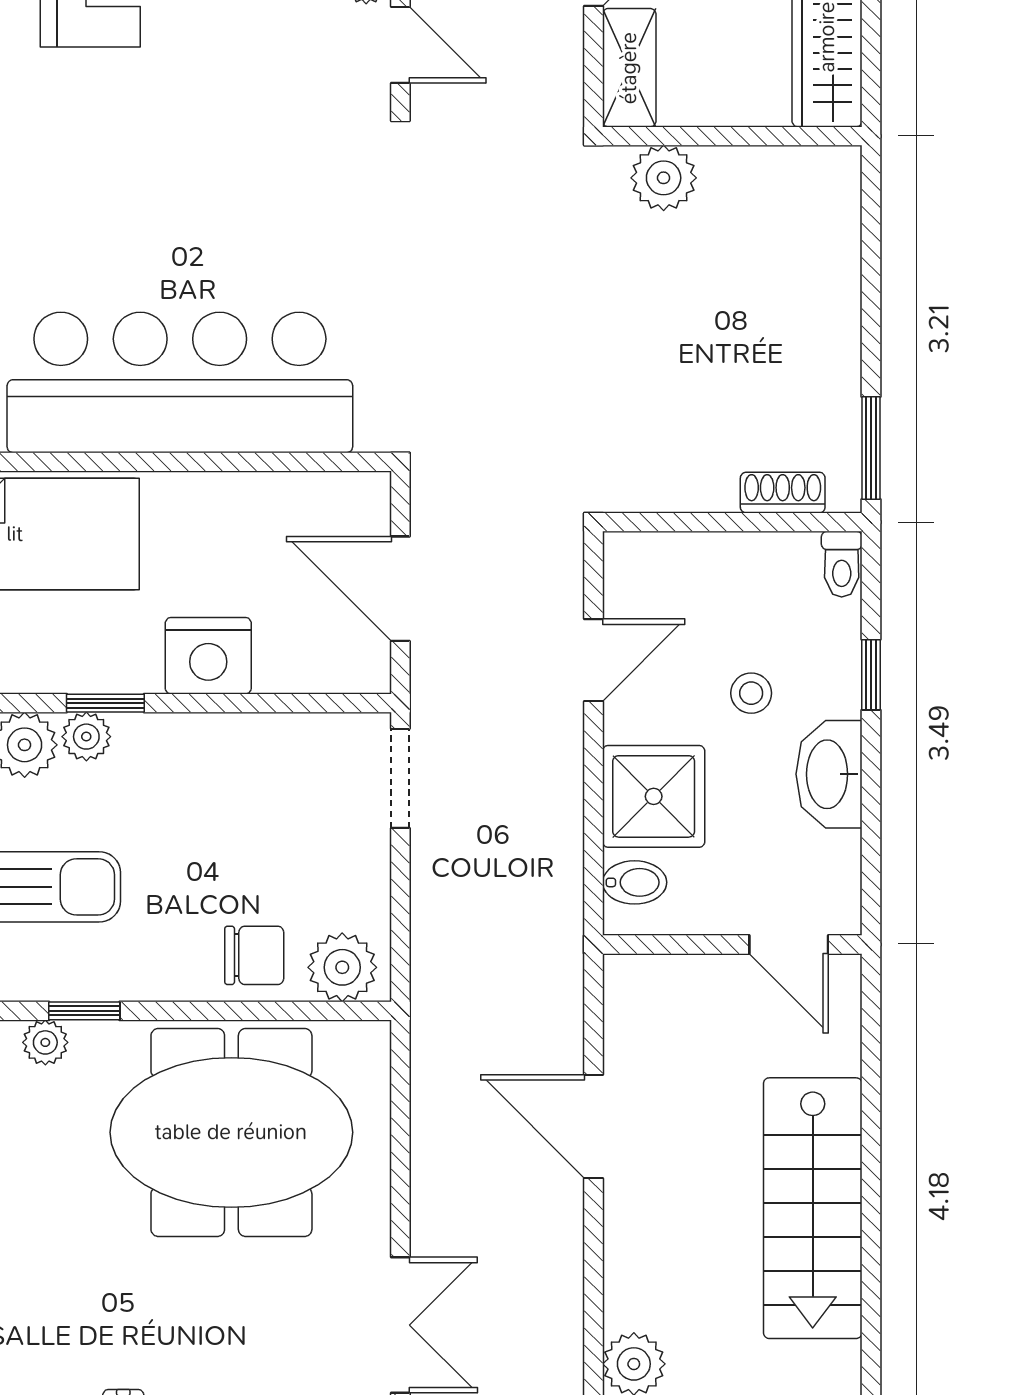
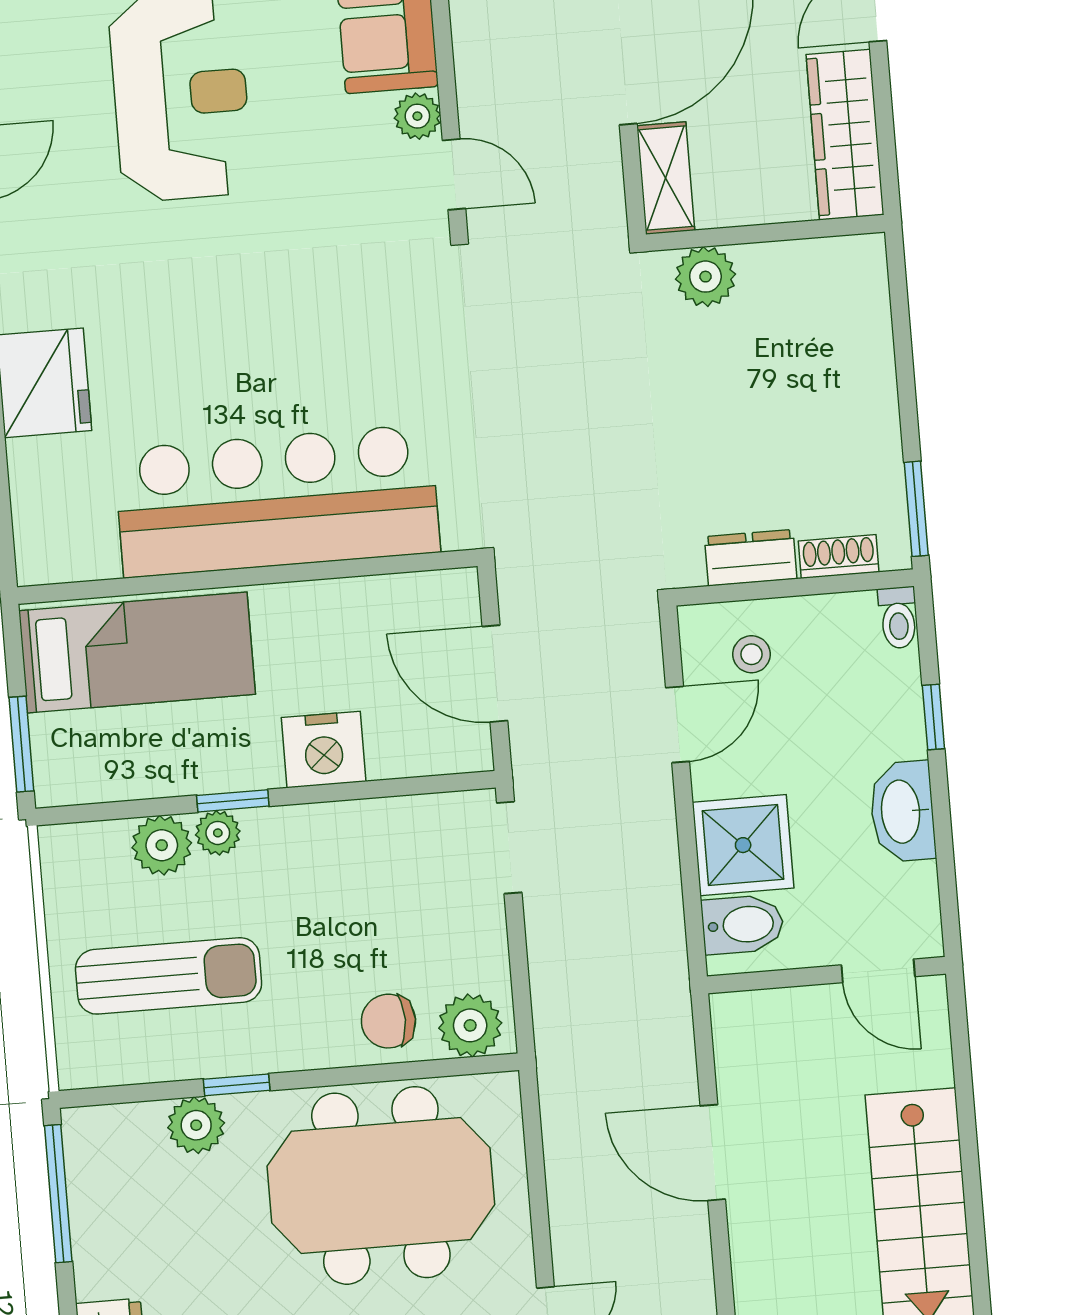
dresser: (687, 486) -> (751, 558), added
stool: (751, 693) -> (751, 654), moved
bidet: (635, 882) -> (743, 925), width x1.38, depth x1.36
chair: (254, 955) -> (388, 1021), turned 180
plant: (45, 1042) -> (196, 1125), width x1.38, depth x1.38

